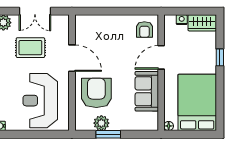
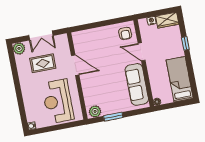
door: (161, 57) -> (142, 52), hinge flipped
sofa: (147, 91) -> (137, 84), width x1.36
armchair: (96, 93) -> (98, 87), removed
bed: (197, 102) -> (180, 79), width x0.67
plant: (101, 123) -> (95, 111), moved

